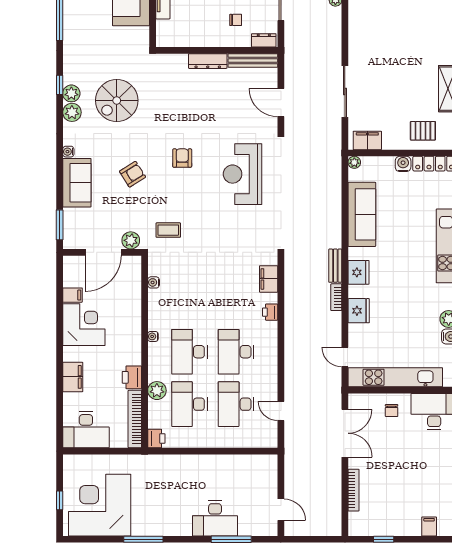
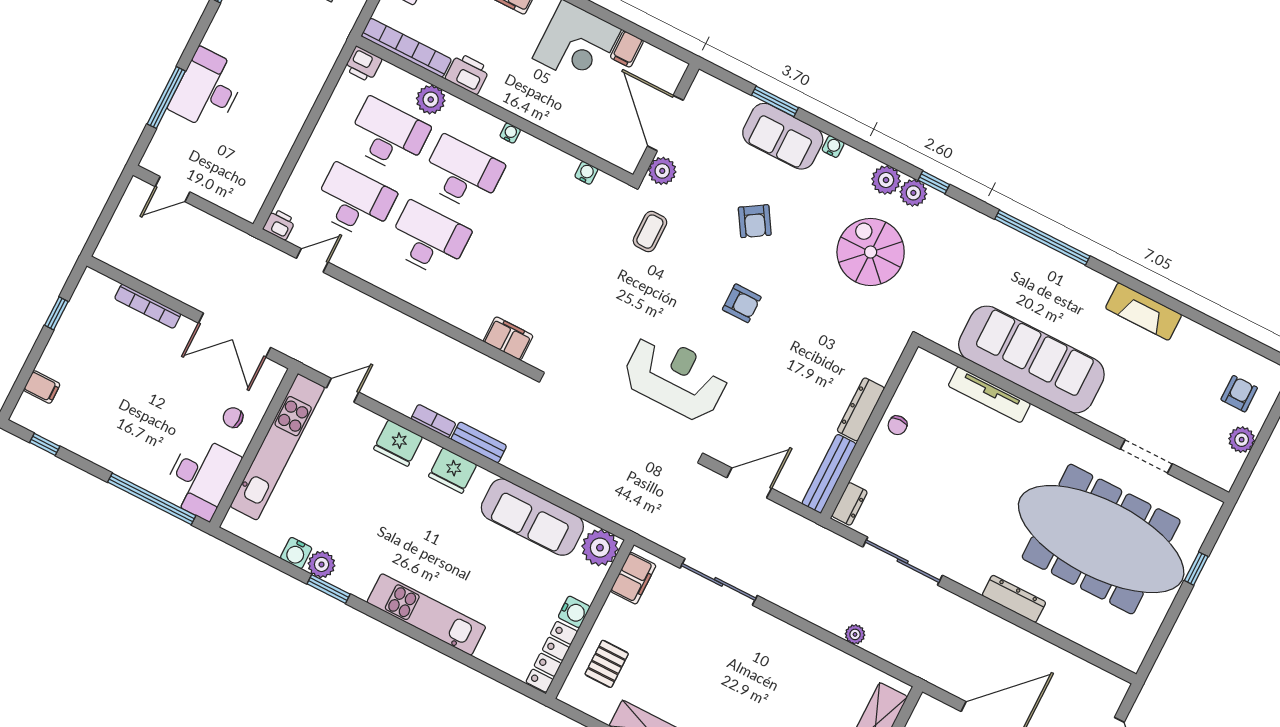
chair: (236, 20) -> (897, 425), moved
plant: (354, 162) -> (600, 548), width x1.88, depth x1.88
window: (60, 225) -> (775, 101), moved
printer: (270, 312) -> (279, 225), moved

